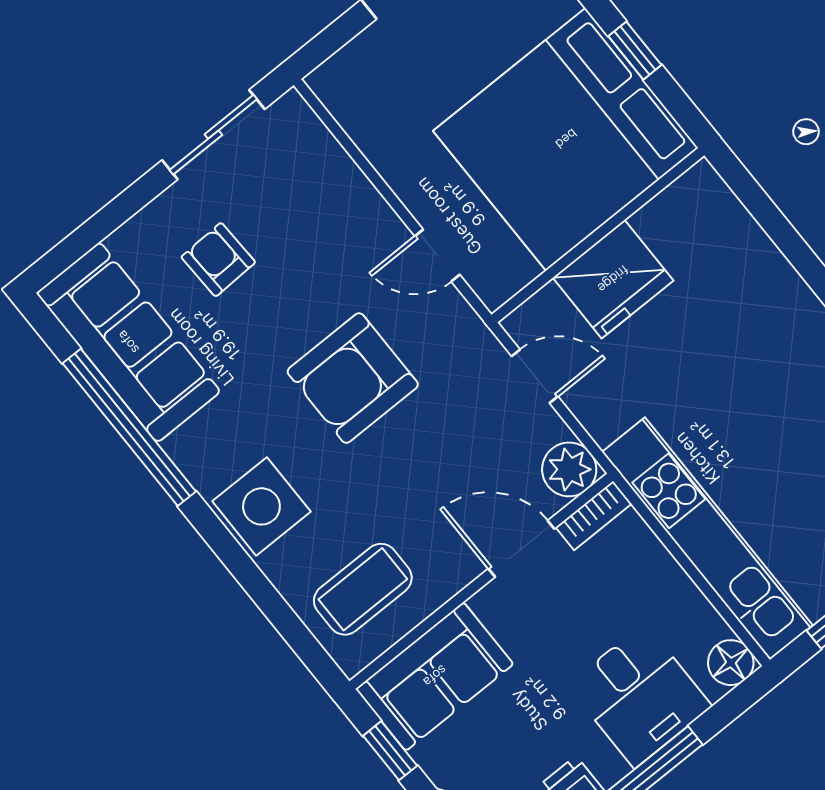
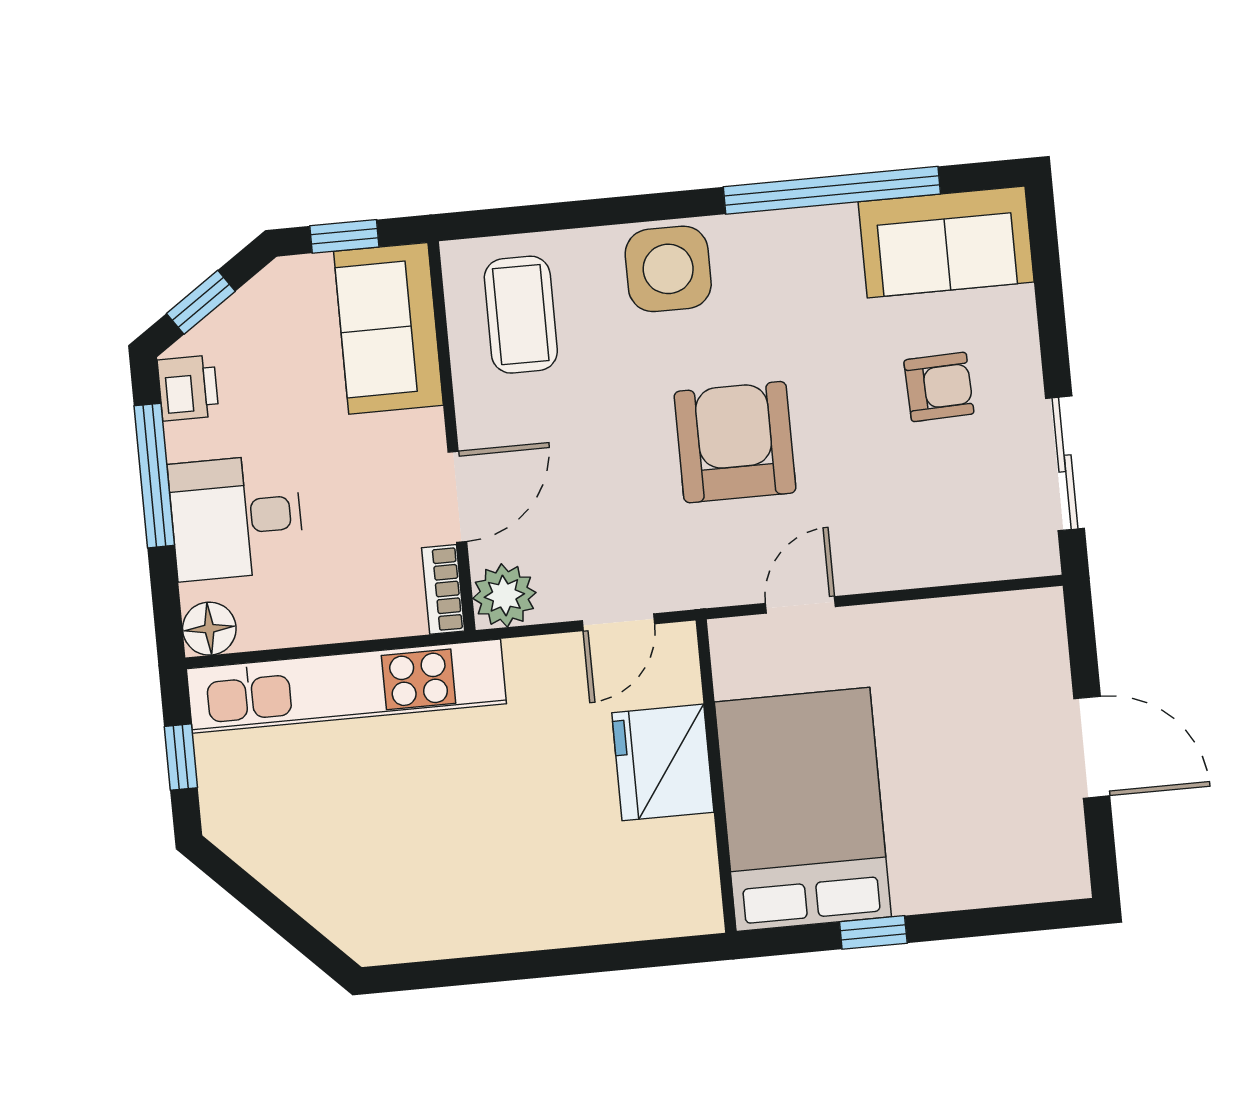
bed: (566, 139) -> (803, 809), width x0.73
sofa: (128, 342) -> (946, 242), width x0.73

